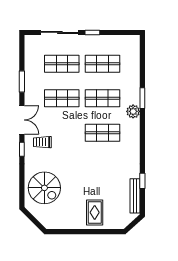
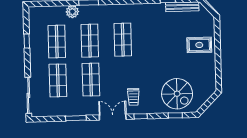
sliding door: (60, 32) -> (28, 95), moved
window: (92, 32) -> (27, 41), moved
plant: (133, 111) -> (72, 12), moved
window: (22, 185) -> (175, 115), added
spiral stairs: (44, 188) -> (177, 94), turned 90

